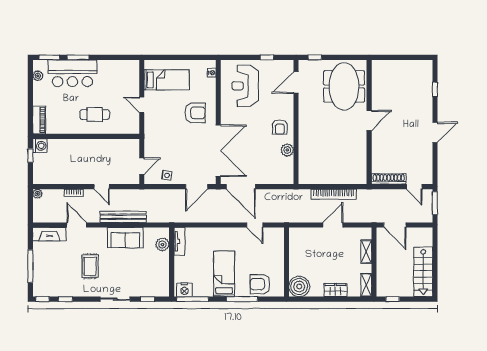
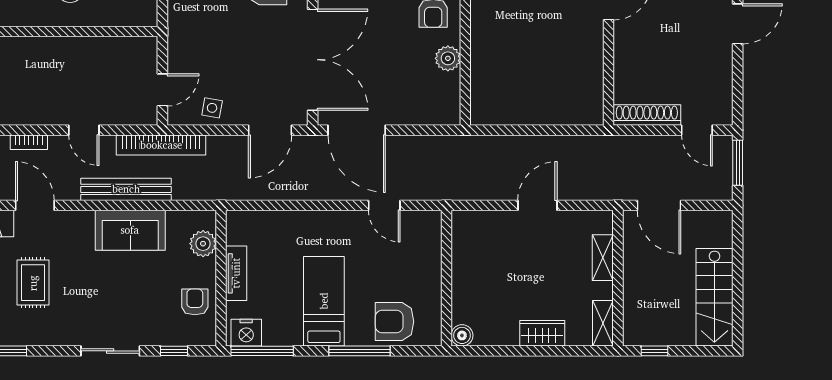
bookcase: (334, 194) -> (161, 145), moved
tv unit: (179, 241) -> (236, 273), moved
rug: (90, 266) -> (33, 283), moved
armchair: (158, 274) -> (195, 302), added
boiler: (299, 286) -> (462, 335), width x0.54, depth x0.54

